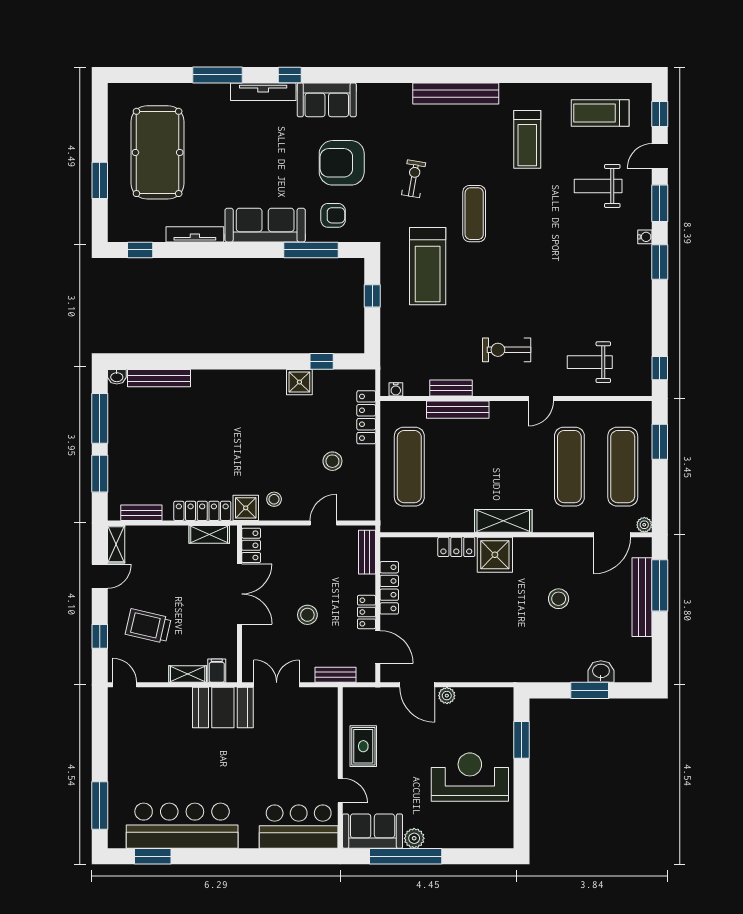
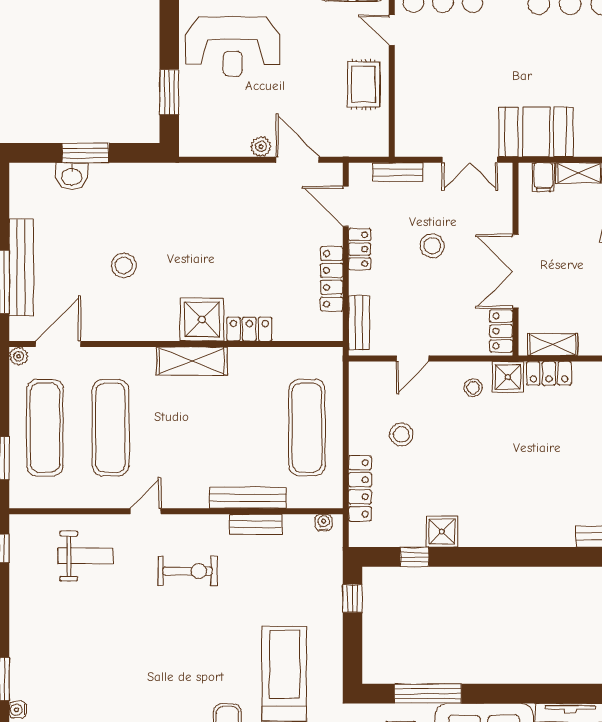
window: (372, 296) -> (353, 598), moved
locker: (202, 511) -> (549, 373), width x0.66

